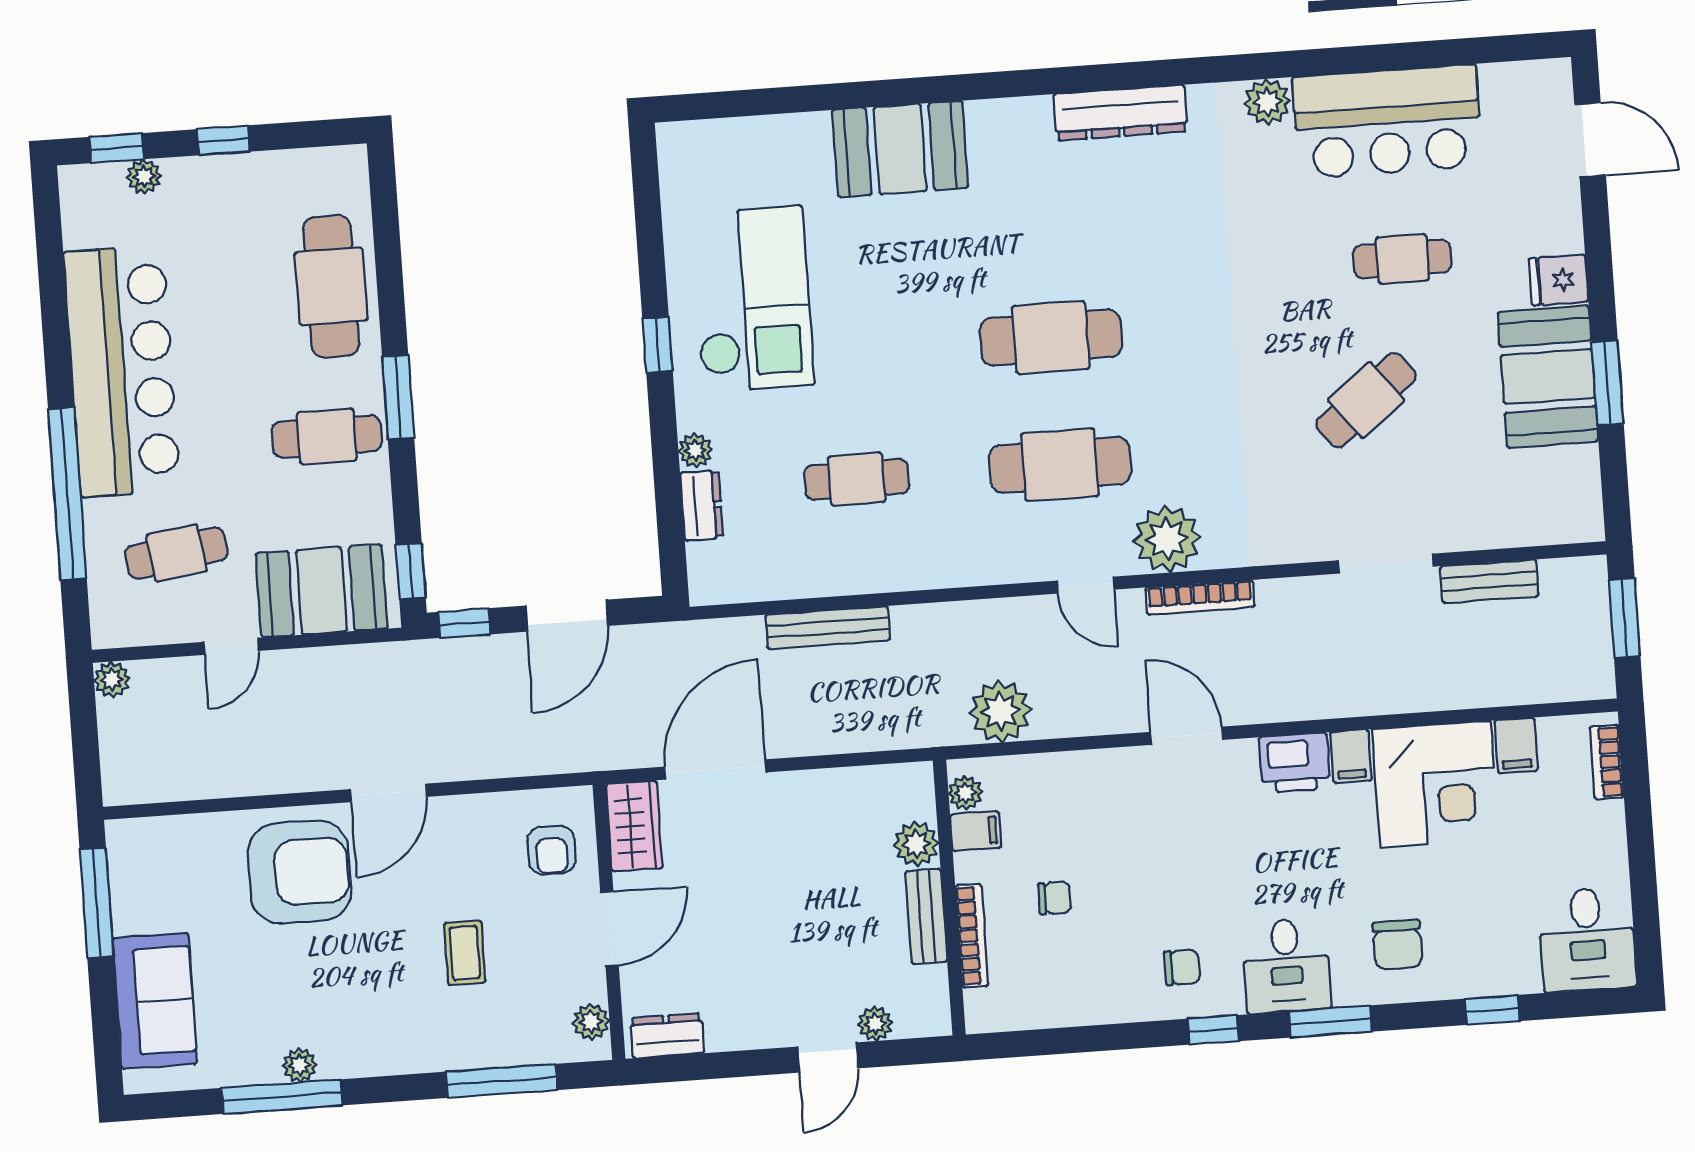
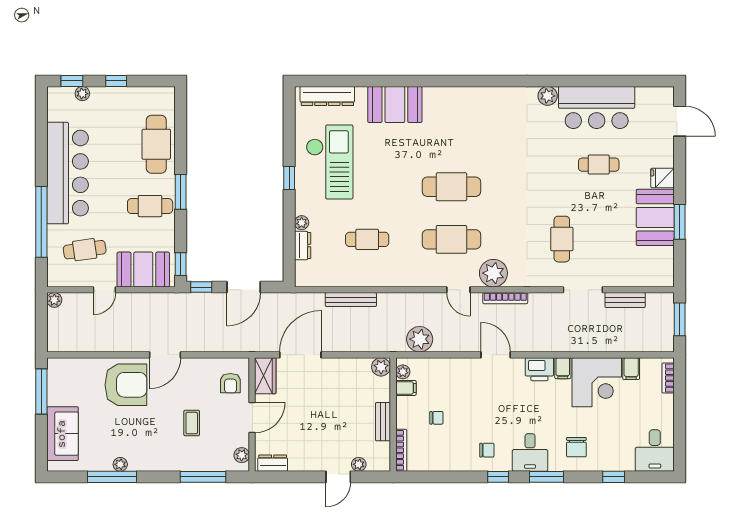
dresser: (1120, 113) -> (327, 96), moved
cafe table: (1366, 400) -> (562, 239), moved, turned -52
plant: (916, 844) -> (381, 367), moved
bookcase: (972, 936) -> (401, 450), moved

